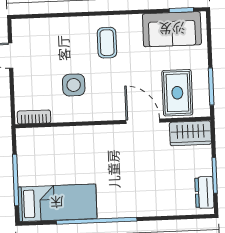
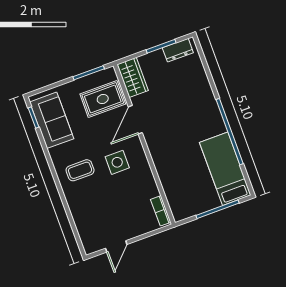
side table: (74, 85) -> (117, 162), moved

